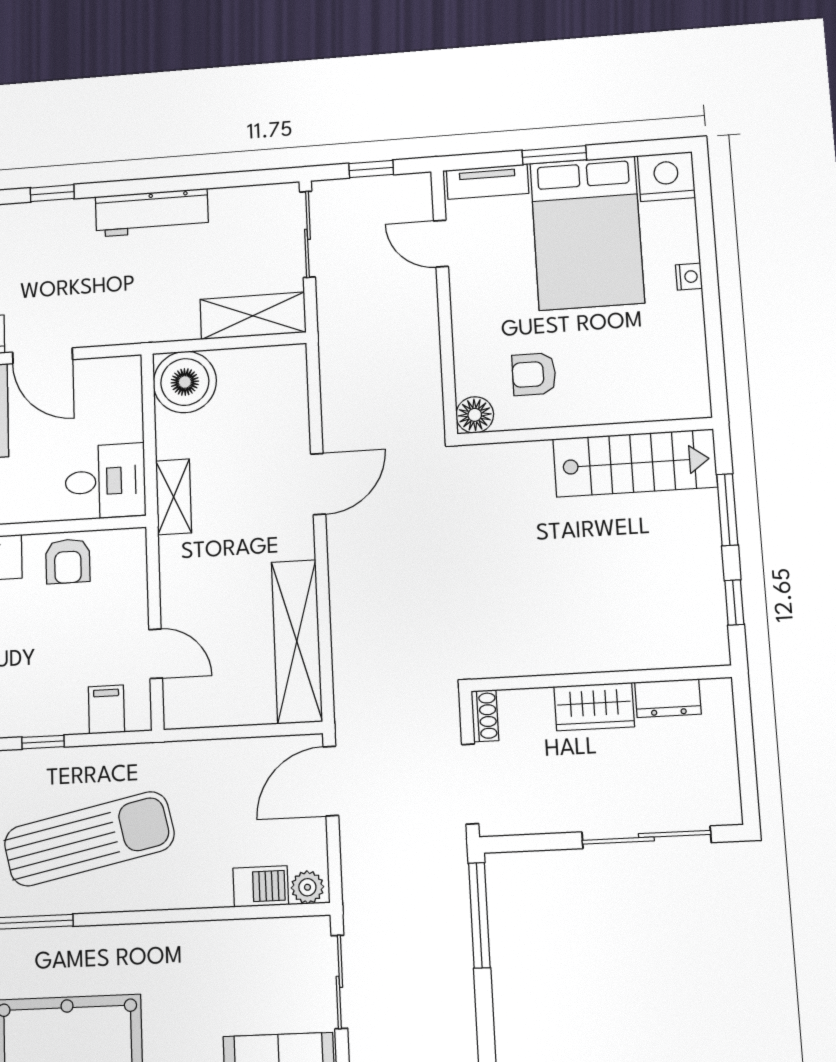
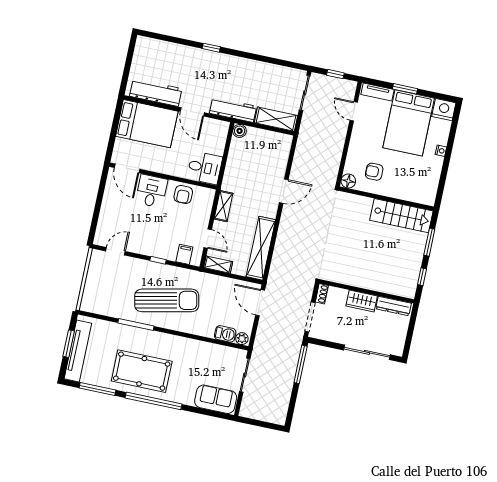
workbench: (152, 213) -> (233, 110), moved, turned 180
boiler: (185, 382) -> (240, 131), width x0.54, depth x0.54
shelving: (174, 497) -> (223, 206), moved
dresser: (668, 698) -> (394, 306), width x1.44
shelving: (198, 712) -> (218, 265), added
door: (331, 781) -> (260, 303), hinge flipped

